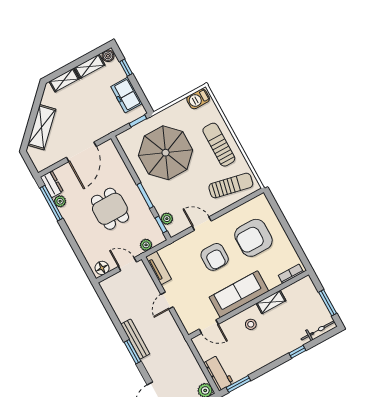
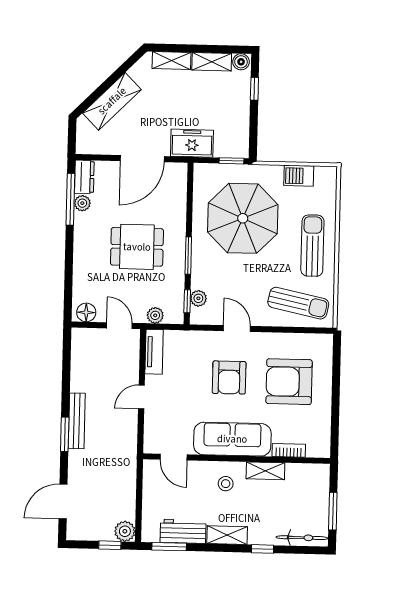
freezer: (127, 95) -> (192, 143), moved, turned 90
barbecue: (198, 99) -> (299, 176), moved
dining table: (110, 209) -> (137, 247), turned 90
bookcase: (291, 274) -> (289, 450), moved
shelving: (270, 356) -> (227, 535), added
workbench: (219, 373) -> (183, 531), moved, turned -90

